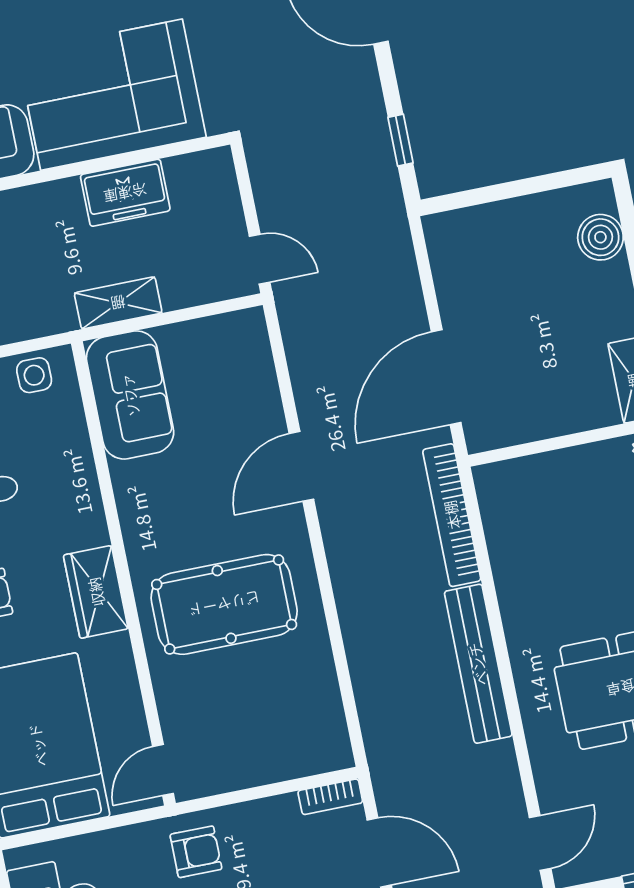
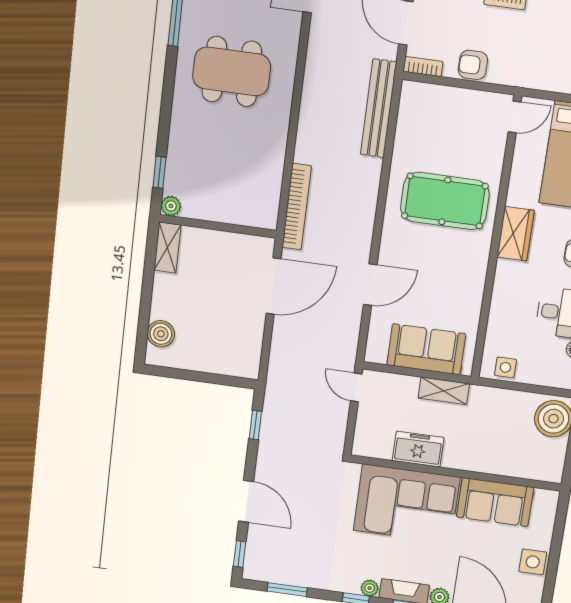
sofa: (130, 395) -> (426, 349), moved, turned 90
door: (301, 466) -> (370, 285), moved
bench: (478, 664) -> (379, 108), moved
armchair: (196, 852) -> (473, 65), moved

